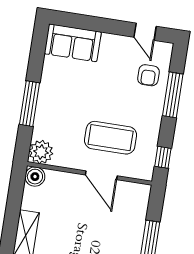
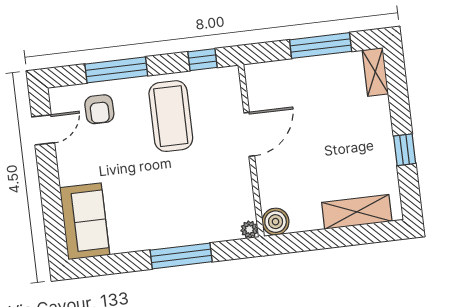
armchair: (148, 75) -> (99, 109), turned 90
coffee table: (111, 138) -> (171, 116), moved
plant: (41, 152) -> (249, 229), width x0.53, depth x0.53

